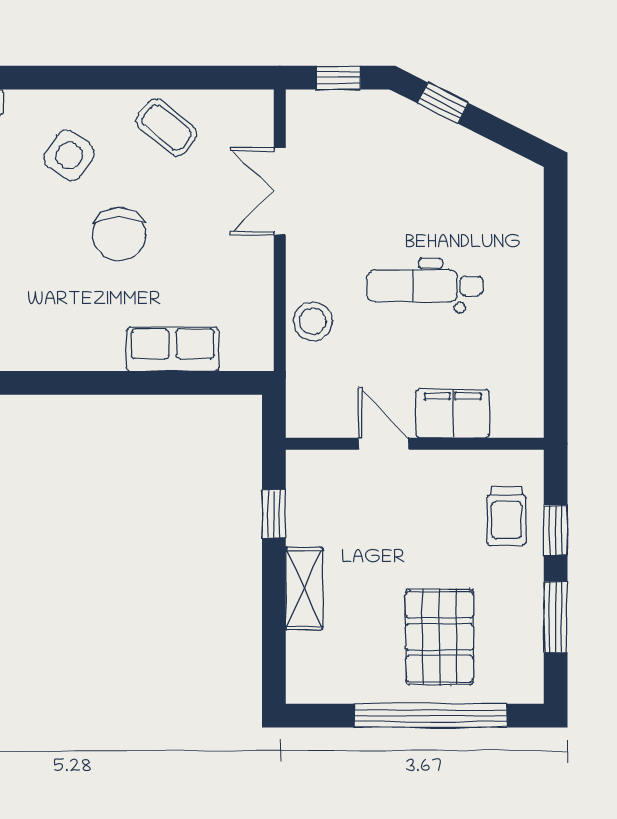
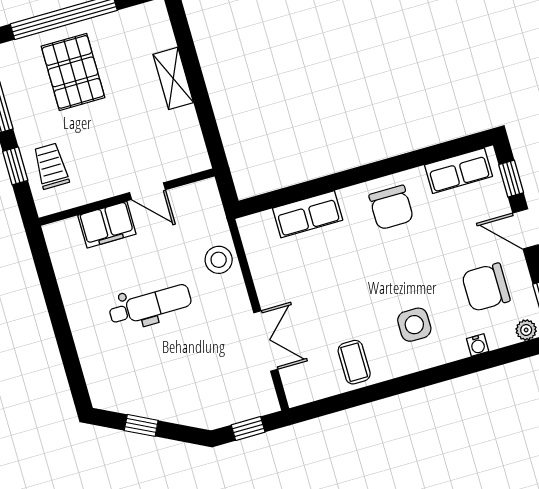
window: (443, 103) -> (141, 425), moved
coffee table: (166, 127) -> (354, 362), turned 51
side table: (69, 155) -> (414, 325), turned -34
chair: (119, 234) -> (391, 207), moved, turned 180
window: (274, 514) -> (208, 123), removed

